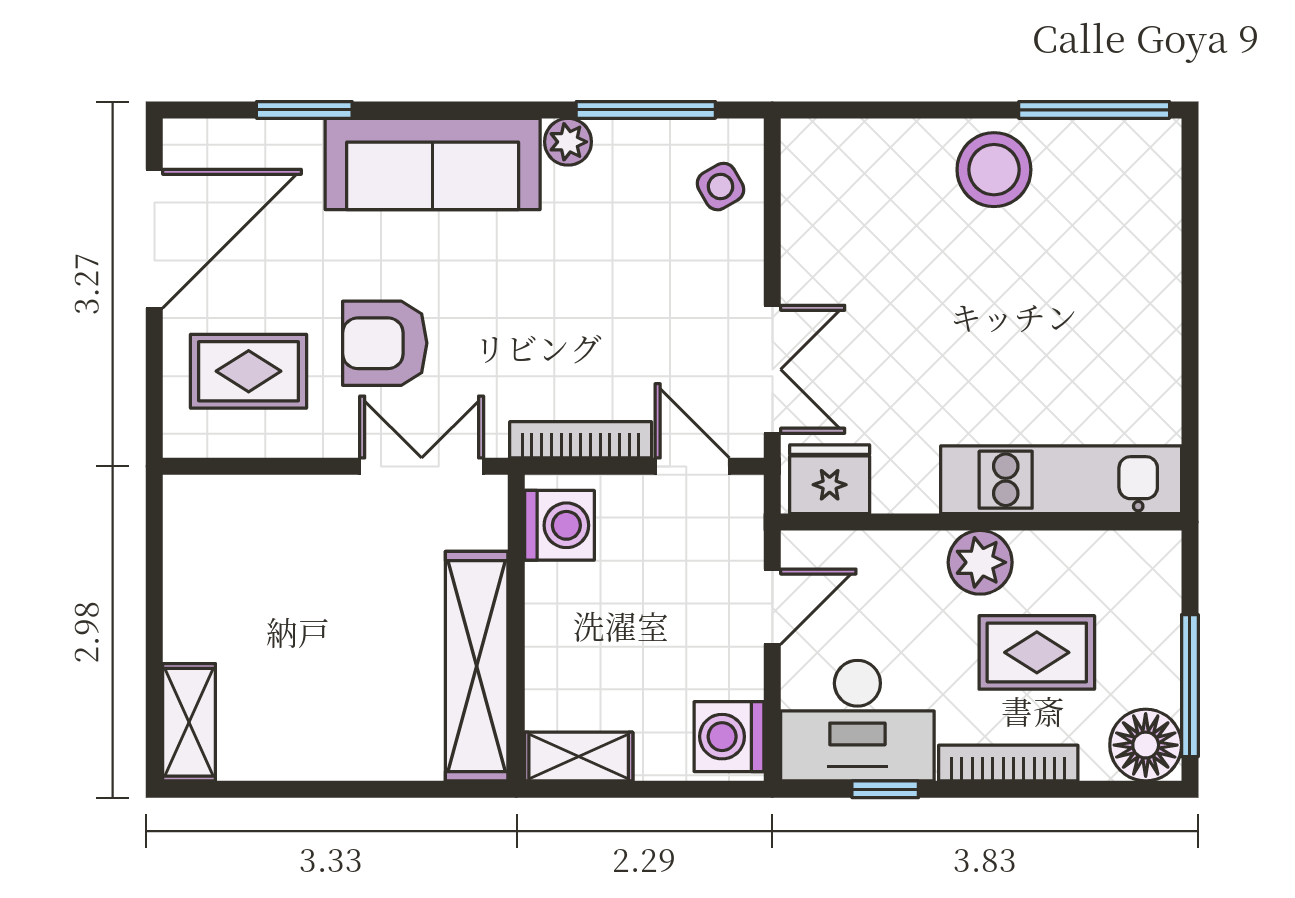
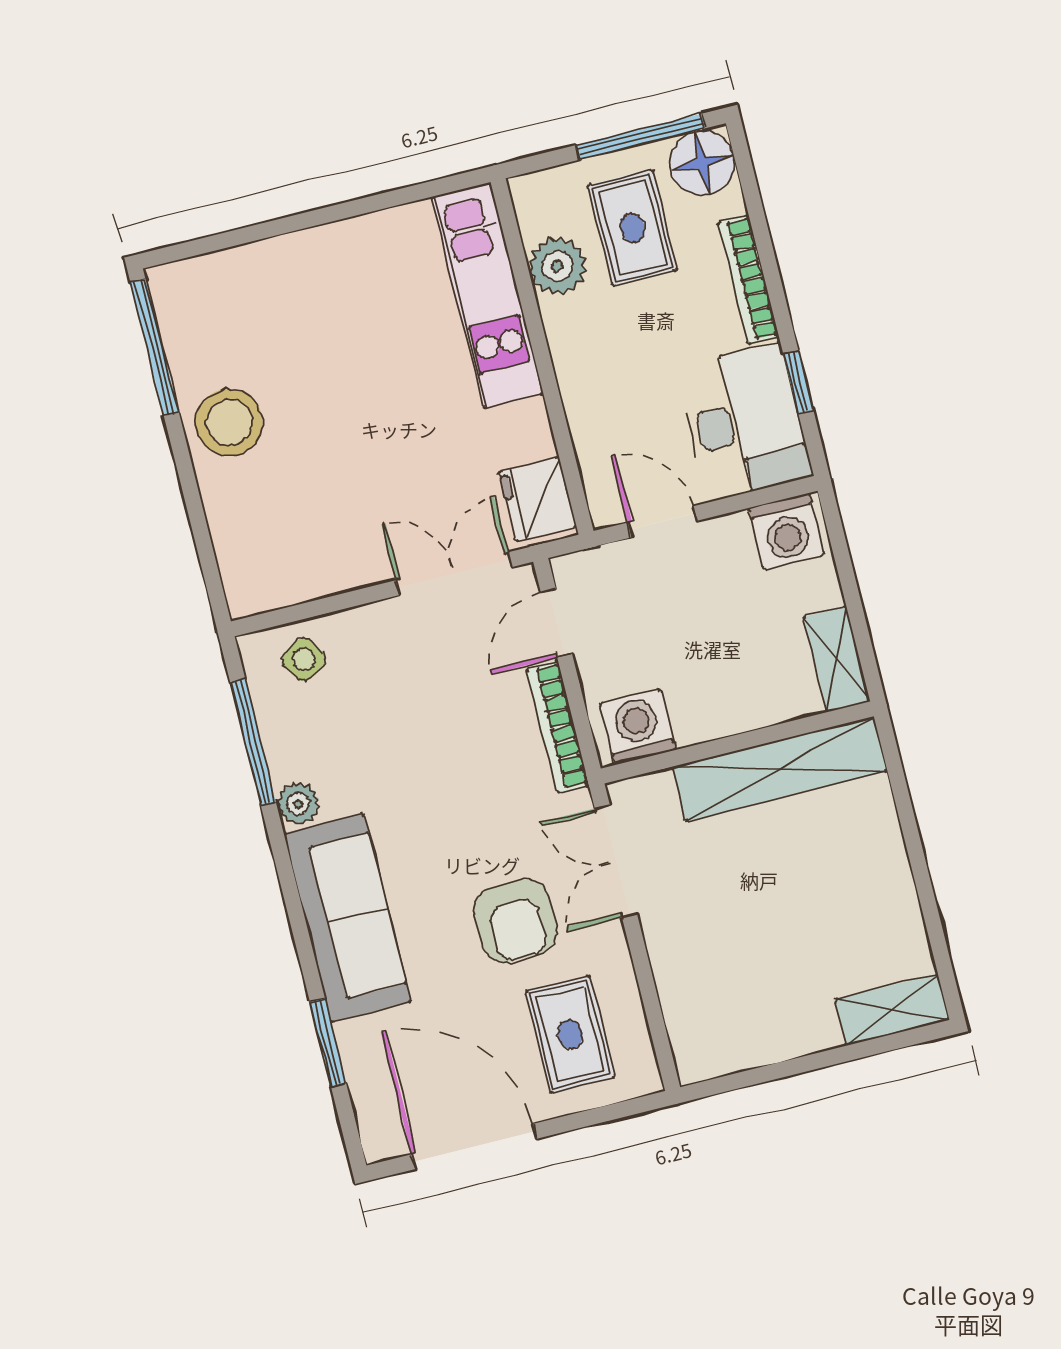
plant: (980, 562) -> (557, 266), moved
rug: (1037, 652) -> (632, 228), moved

